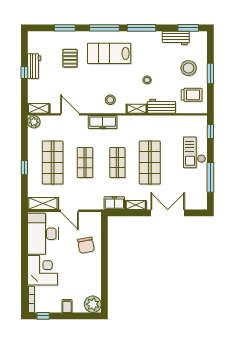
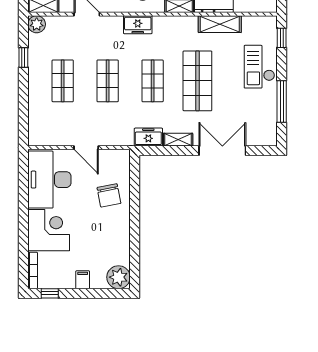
freezer: (103, 122) -> (138, 25), width x0.71
shop shelf: (53, 163) -> (63, 81), width x0.70, depth x0.74
window: (24, 168) -> (23, 58), moved
shelving: (43, 204) -> (220, 24), moved

